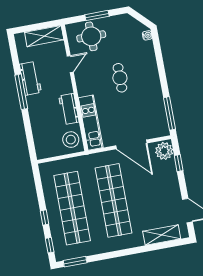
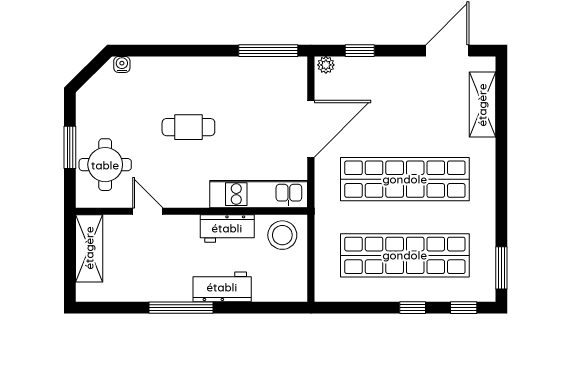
workbench: (30, 78) -> (222, 287), moved
plant: (164, 151) -> (326, 65), width x0.53, depth x0.53

